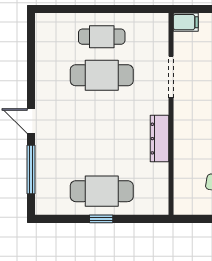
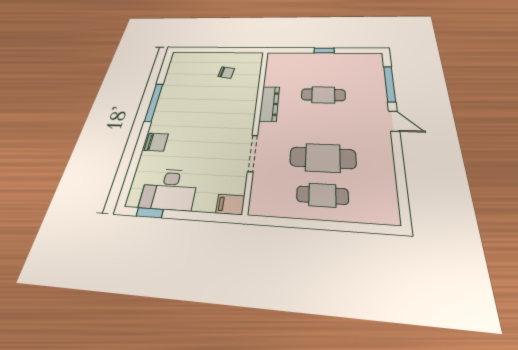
cafe table: (102, 191) -> (323, 95), moved, width x0.73, depth x0.74

